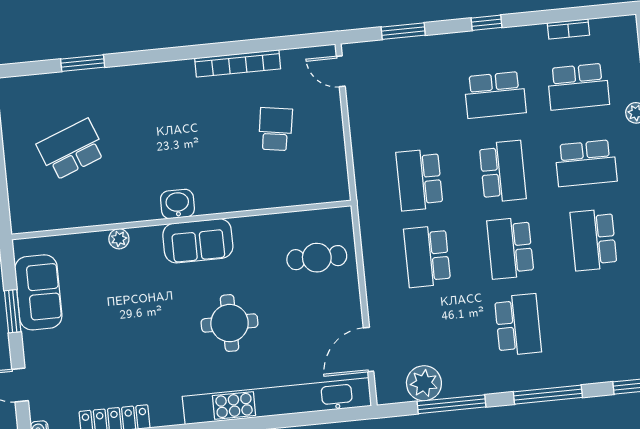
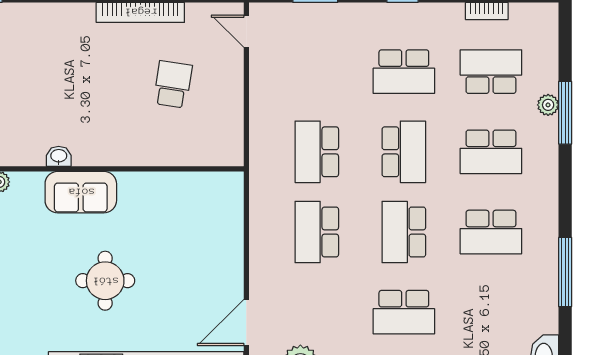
school desk: (578, 87) -> (491, 72), turned 180
washbasin: (177, 204) -> (59, 156), width x0.72, depth x0.69
school desk: (594, 240) -> (491, 232), turned -90
cafe table: (317, 258) -> (202, 222), removed
school desk: (518, 325) -> (404, 312), turned 90

